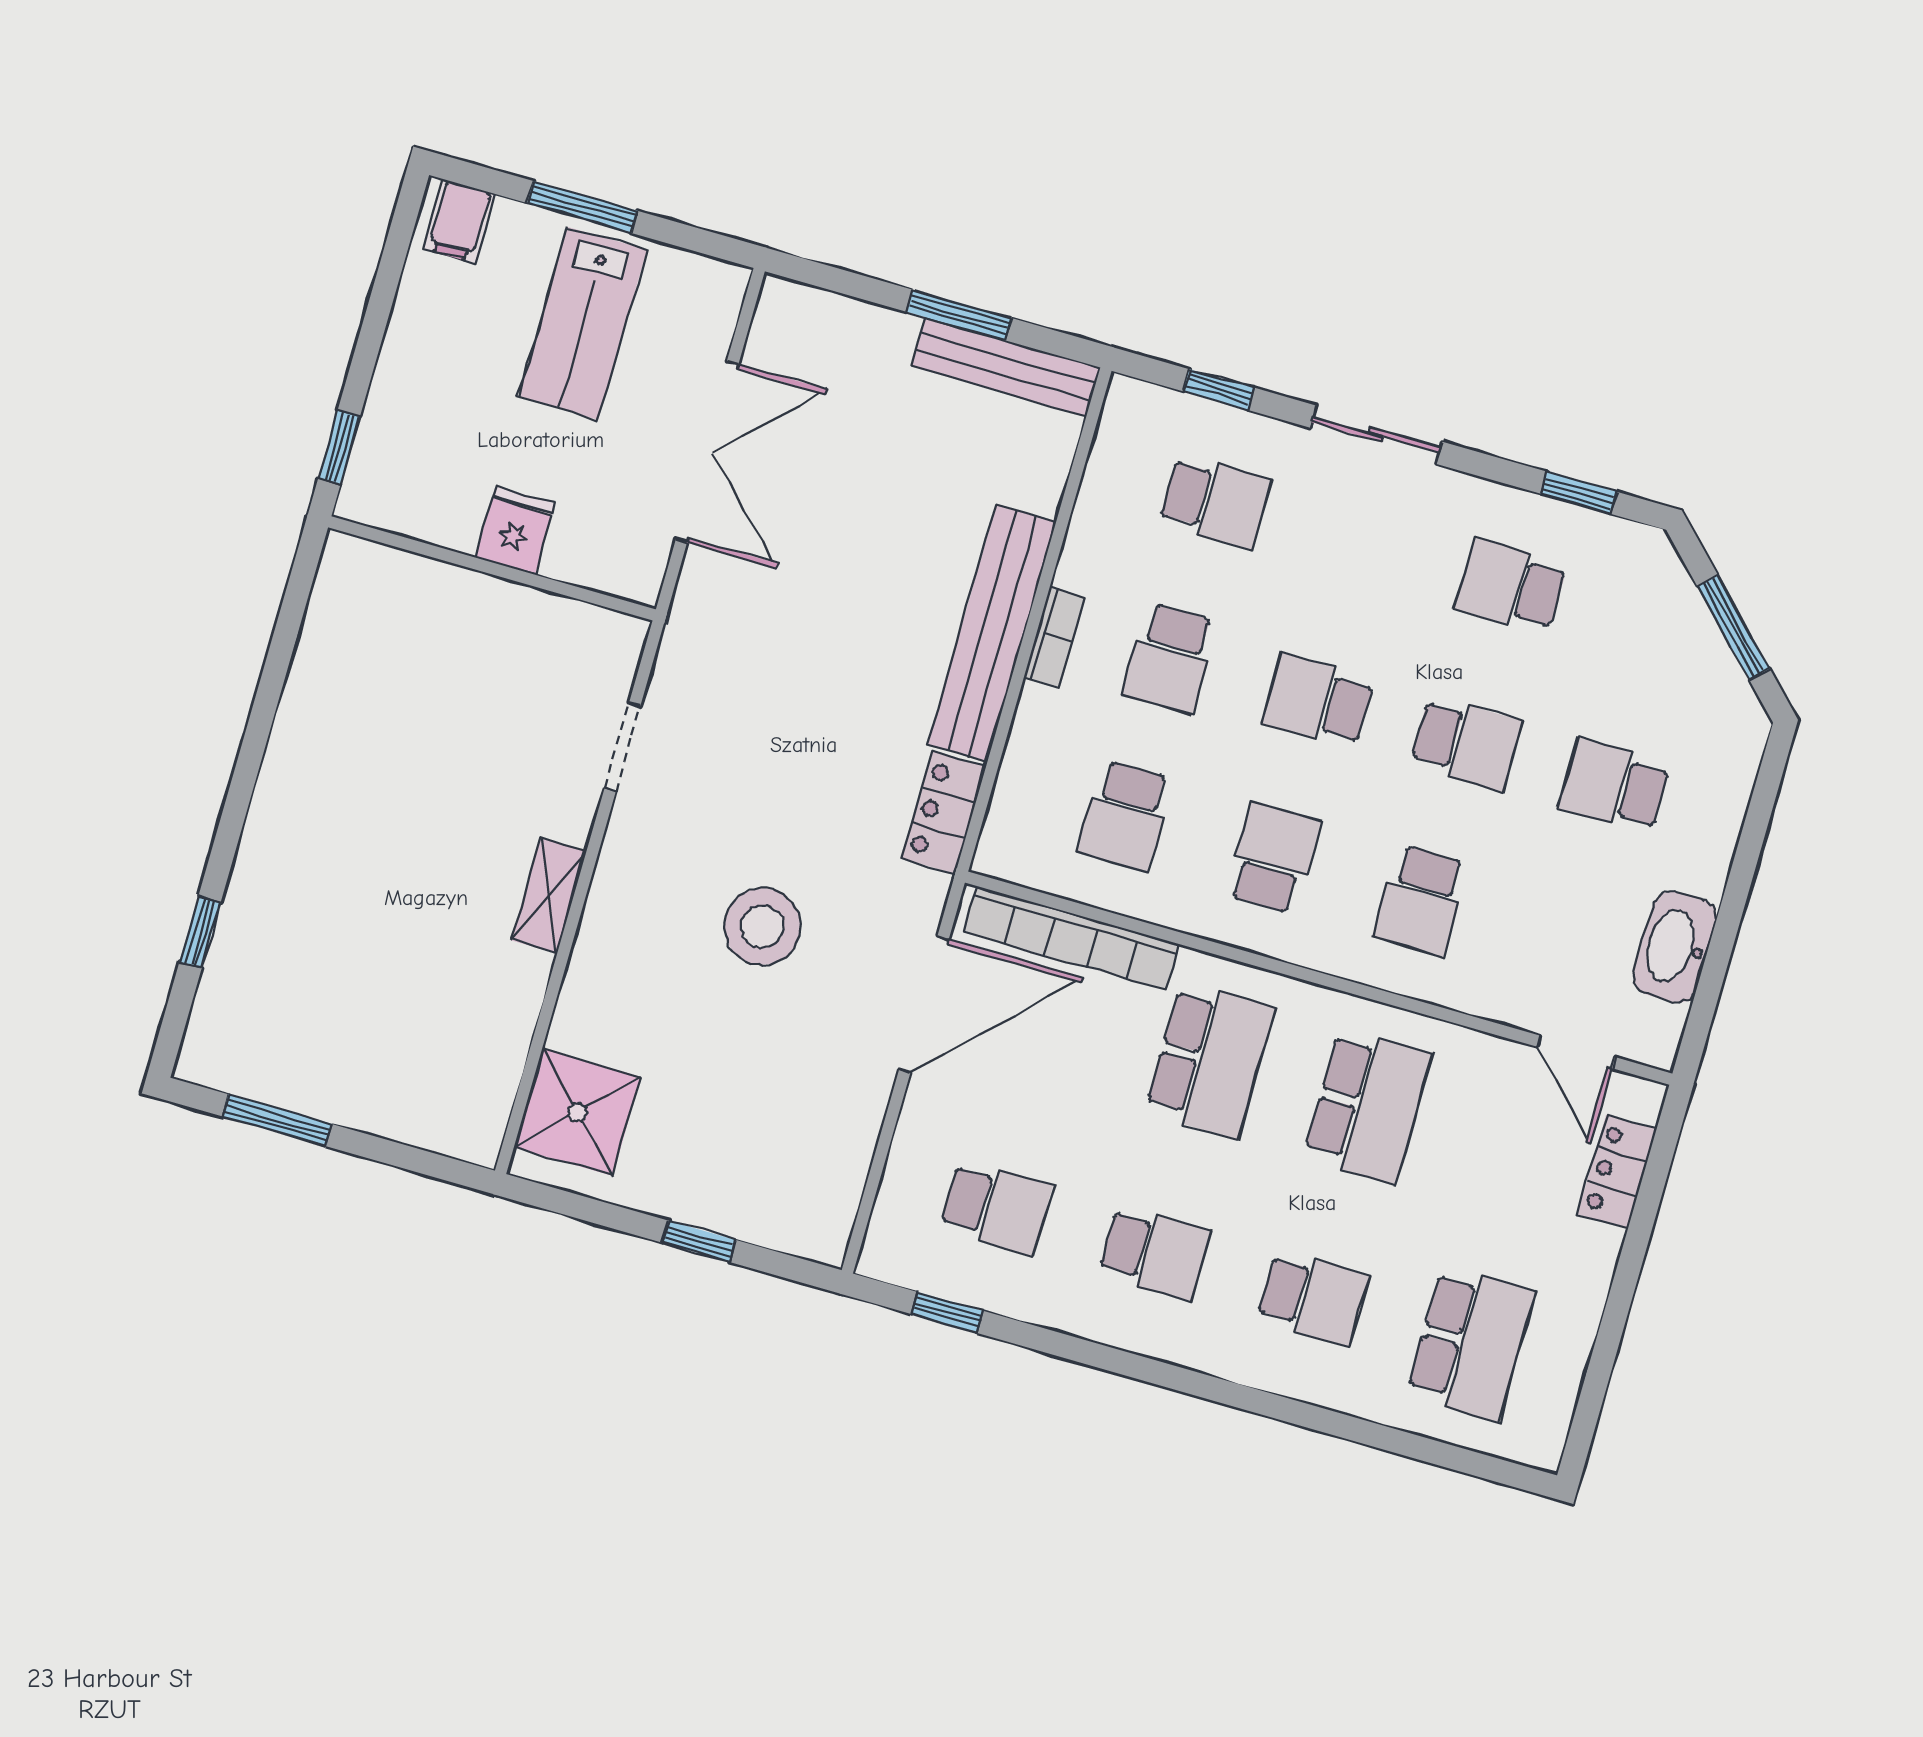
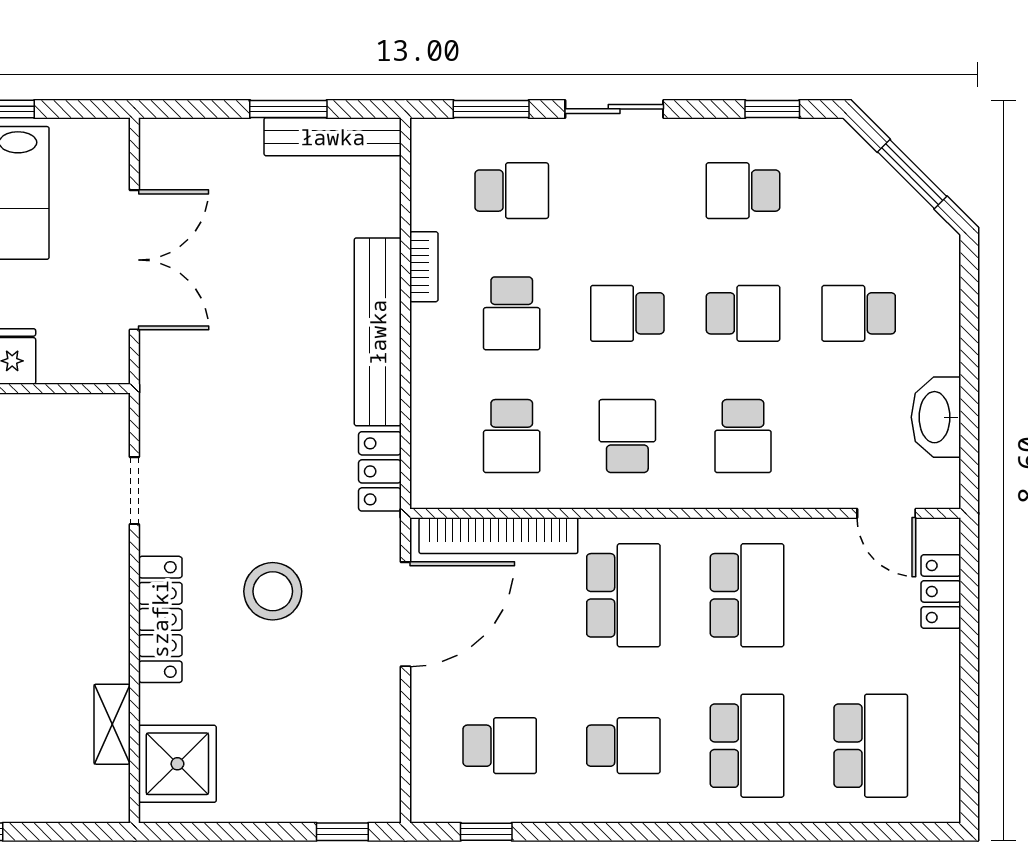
window: (1219, 390) -> (491, 109), width x1.50
bookcase: (1055, 637) -> (424, 267), moved
shelving: (549, 896) -> (112, 724), moved
locker: (608, 921) -> (160, 619), added
window: (699, 1241) -> (342, 832), moved
school desk: (1313, 1298) -> (747, 746), width x1.85

